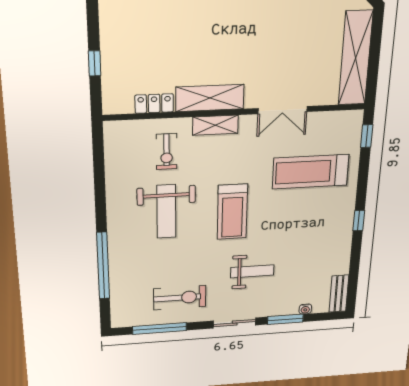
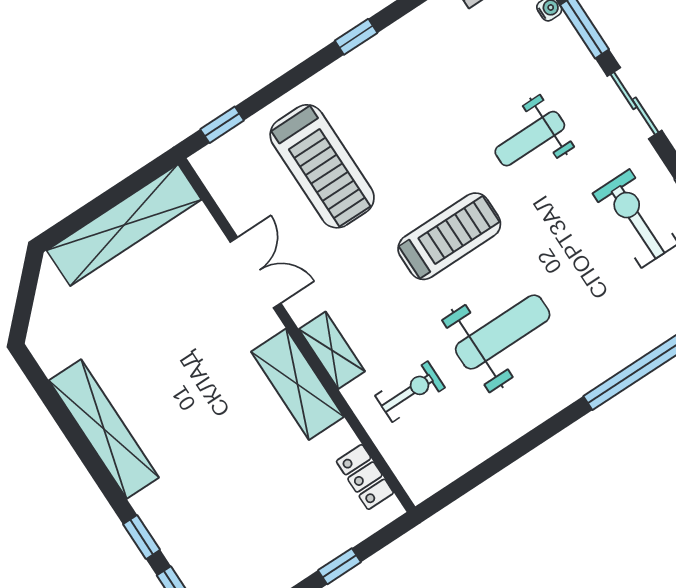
locker: (154, 104) -> (365, 477), moved
weight bench: (252, 271) -> (530, 139), turned -90

